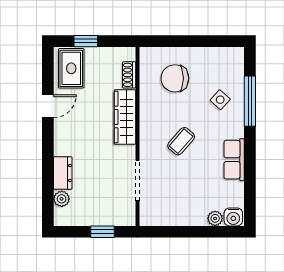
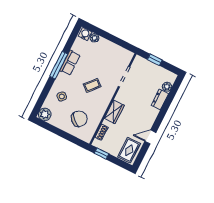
window: (86, 41) -> (102, 154), moved
plant: (233, 58) -> (45, 114), added
chair: (175, 78) -> (79, 119), turned -47
window: (250, 101) -> (59, 65), moved
wardrobe: (125, 117) -> (114, 112), width x0.67

